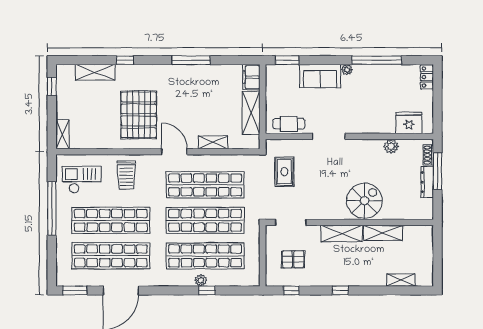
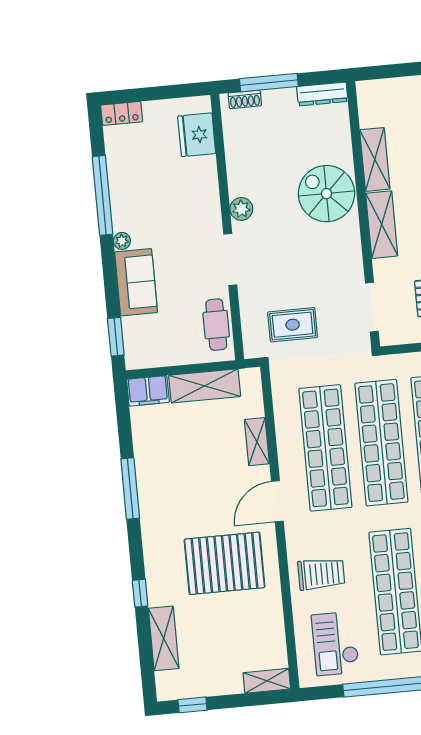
plant: (391, 146) -> (241, 209), moved
dresser: (427, 182) -> (322, 94), moved

